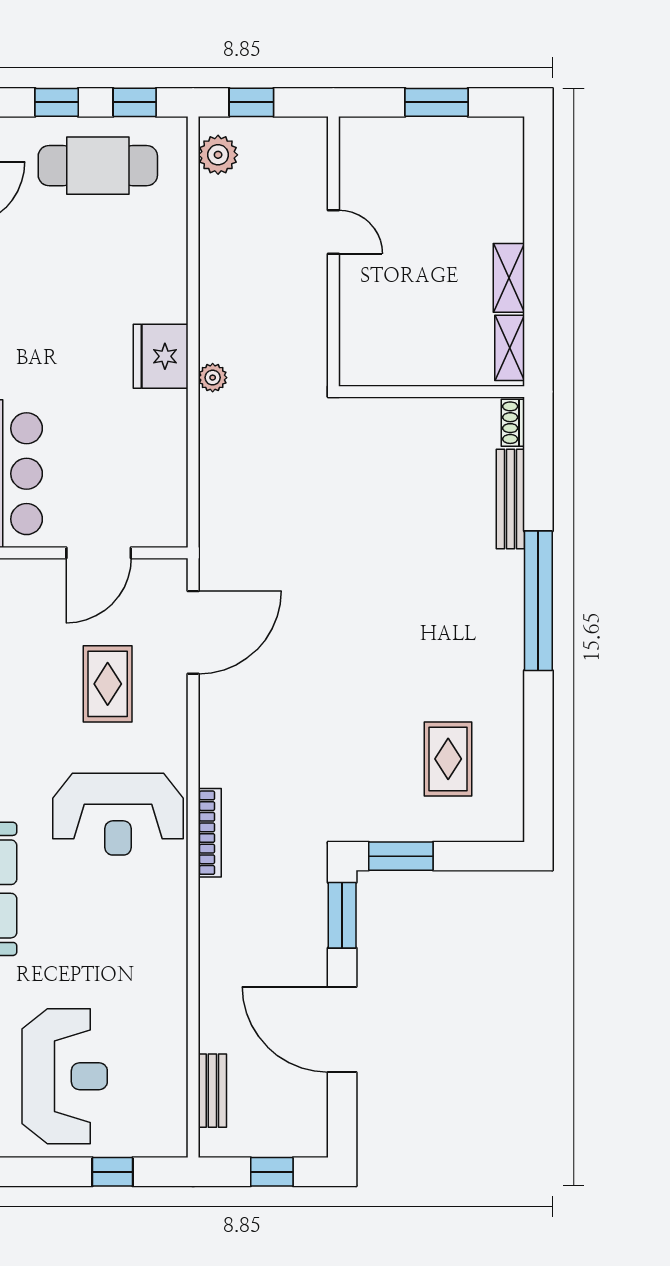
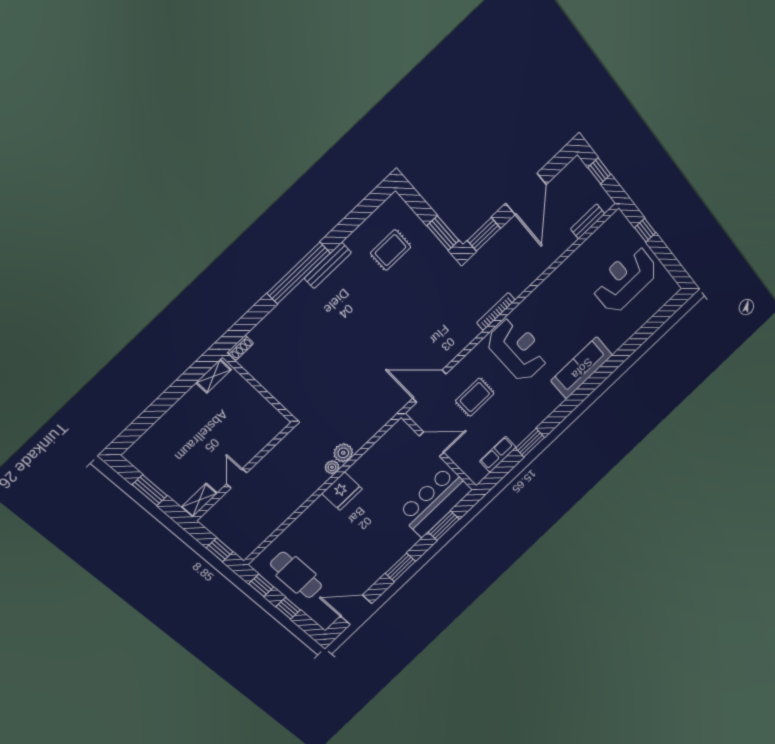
plant: (218, 155) -> (343, 453), moved
shelving: (509, 278) -> (199, 500), moved
bench: (510, 499) -> (328, 265), moved

